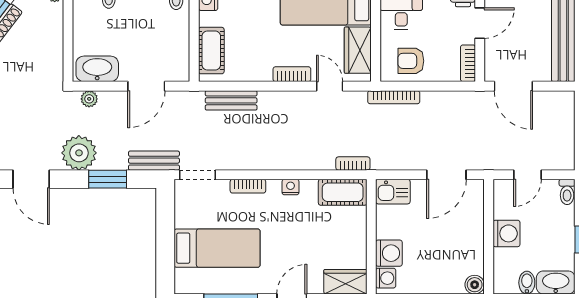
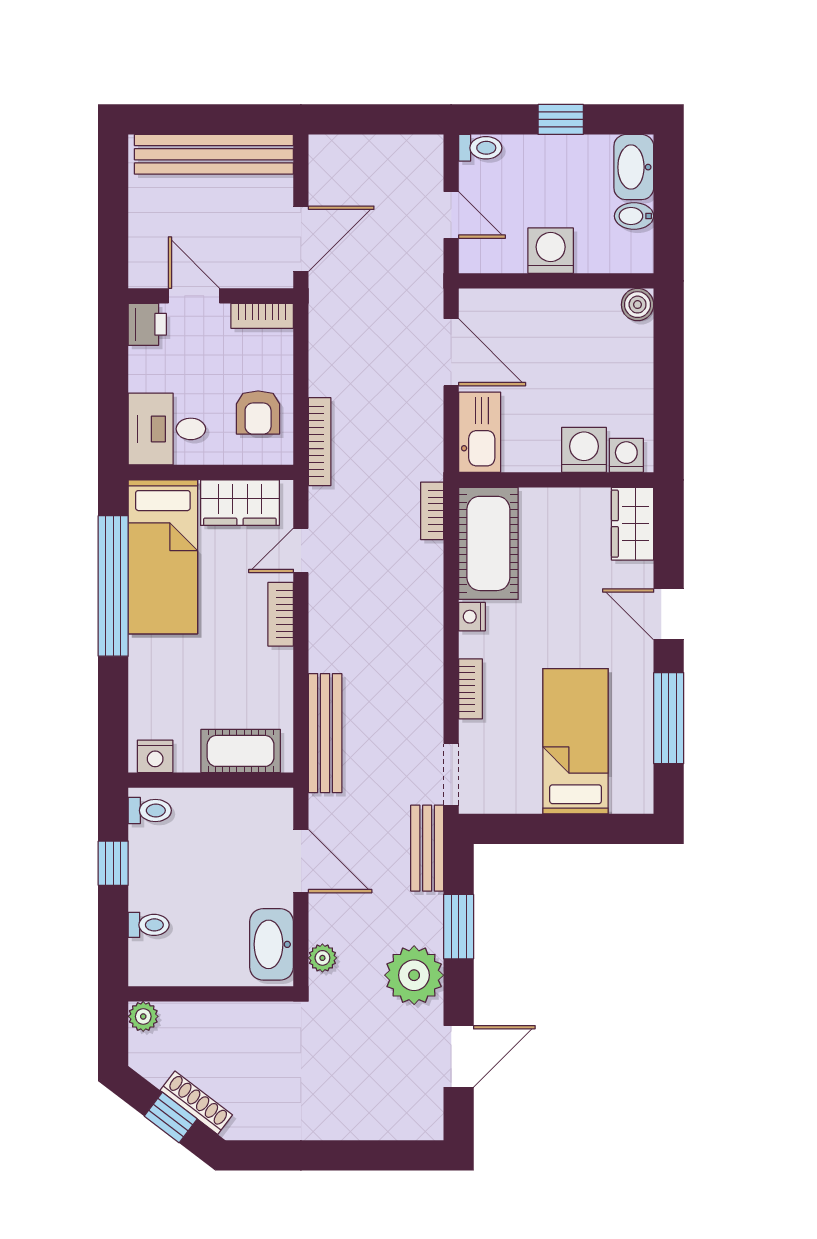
bench: (231, 100) -> (325, 733), width x1.36
cot: (343, 192) -> (488, 543), width x1.37, depth x1.34
kitchen sink: (393, 192) -> (480, 432), width x1.38

